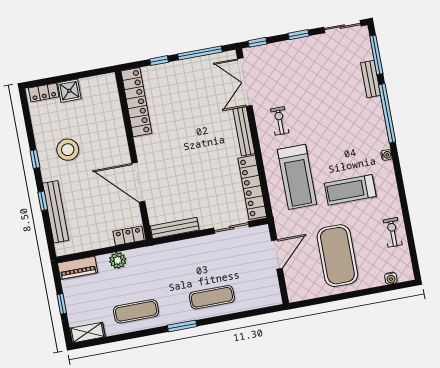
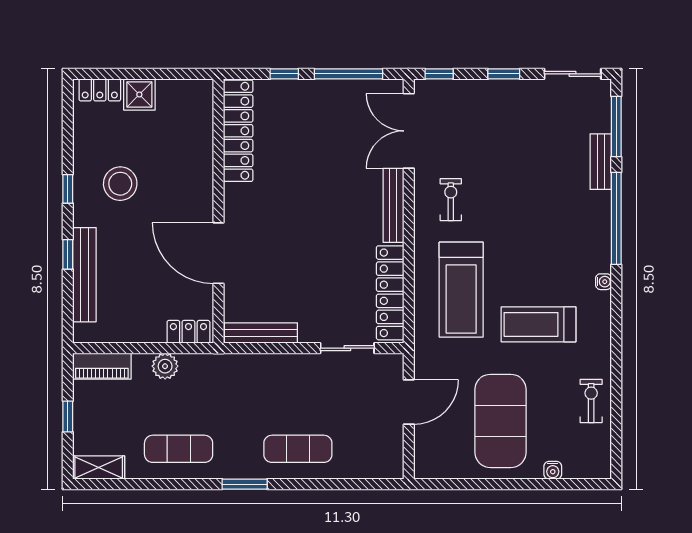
water cooler: (391, 278) -> (553, 470), moved

